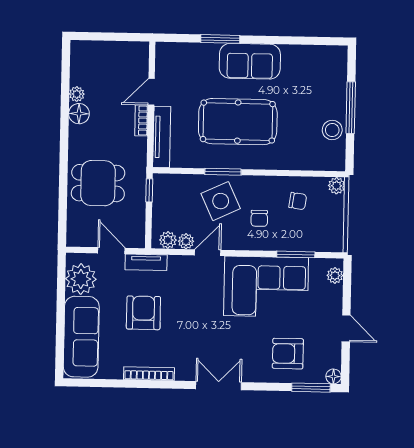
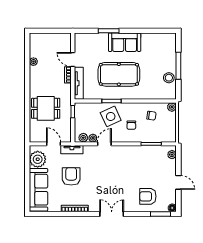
door: (151, 92) -> (73, 59), hinge flipped
floor lamp: (79, 114) -> (35, 72), removed
corner sofa: (266, 287) -> (136, 161), removed

